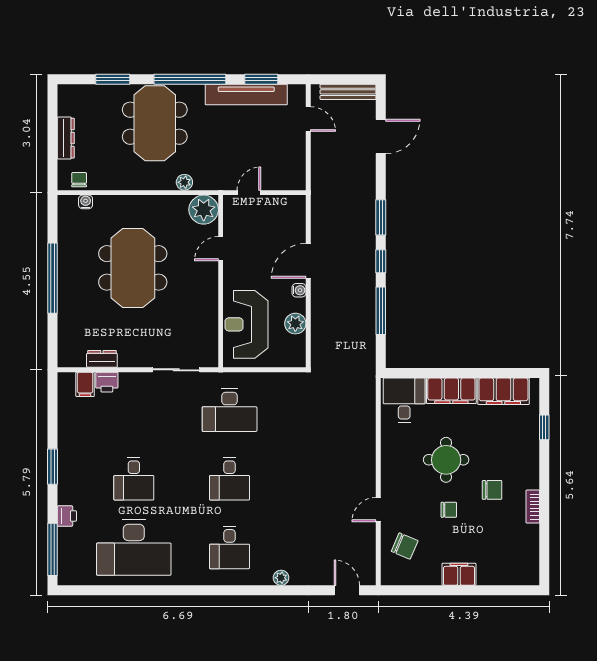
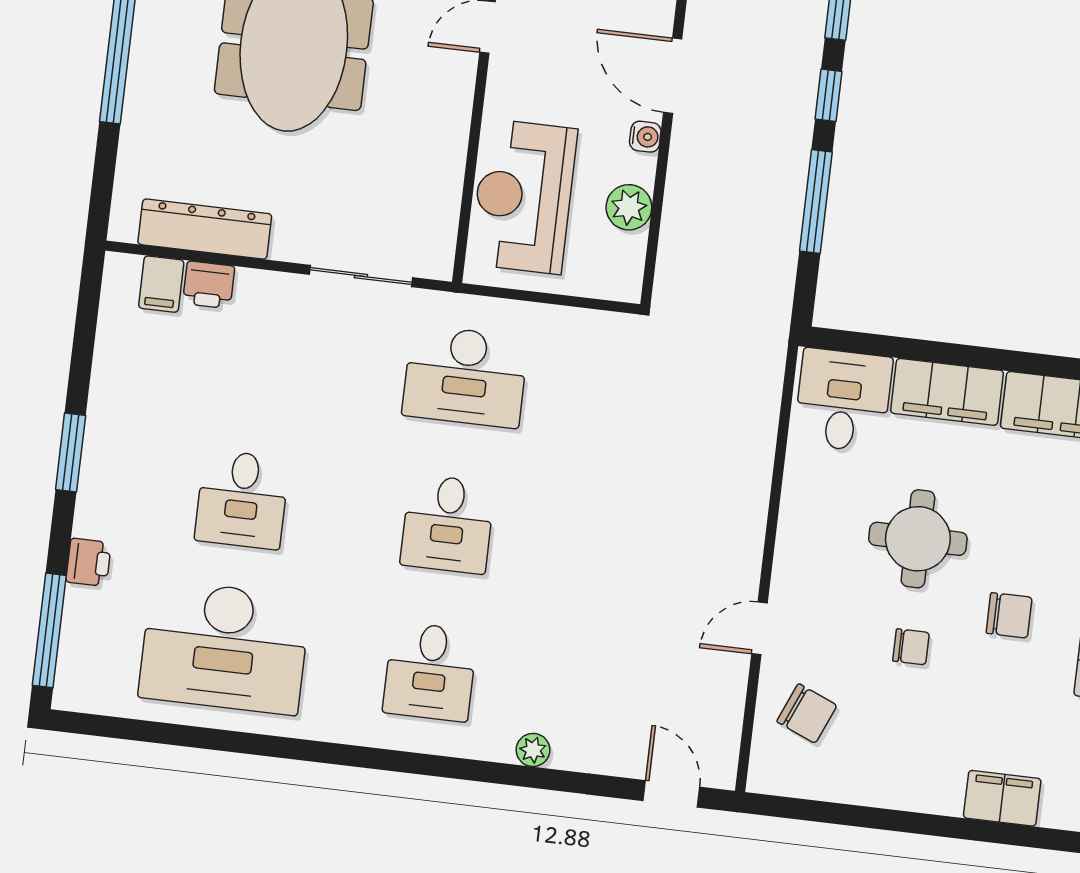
door: (308, 261) -> (673, 76), hinge flipped
dresser: (102, 359) -> (205, 229), width x1.96, depth x1.24
filing cabinet: (459, 574) -> (1002, 798), moved

